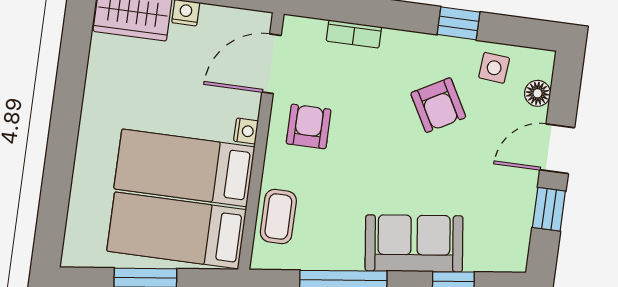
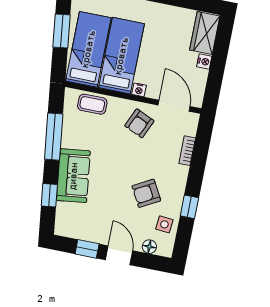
armchair: (309, 126) -> (139, 123), turned 114

